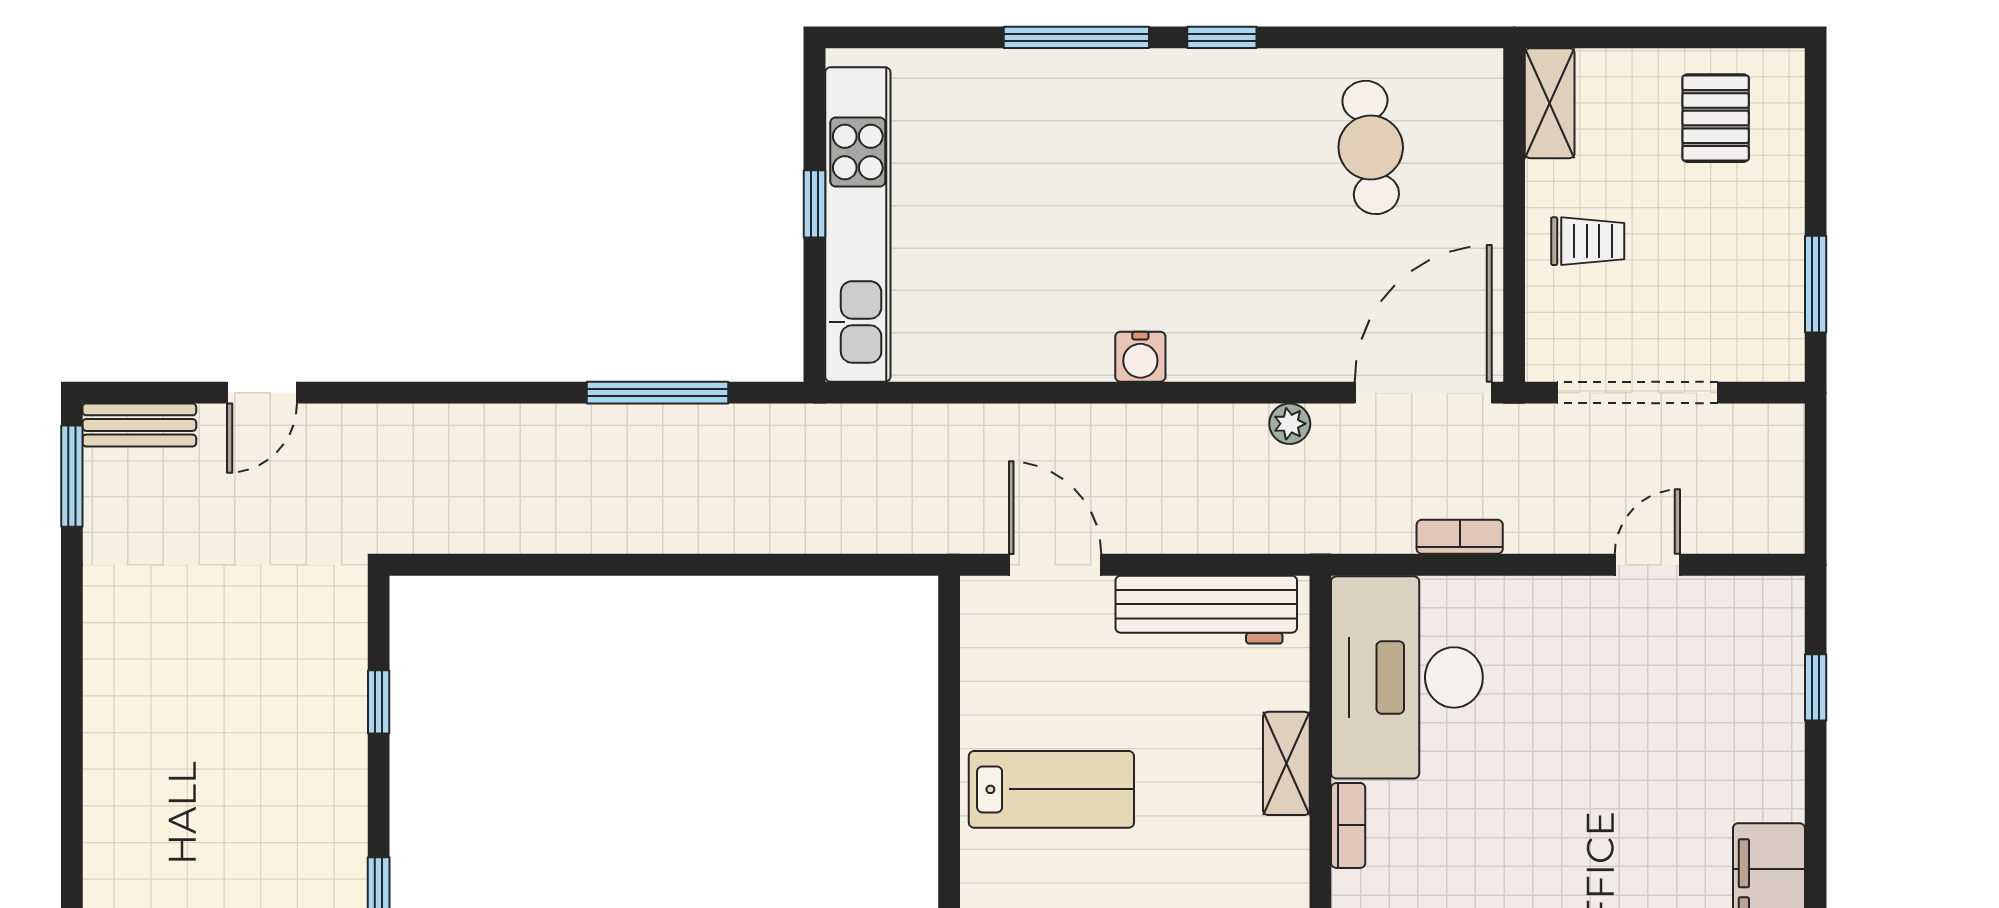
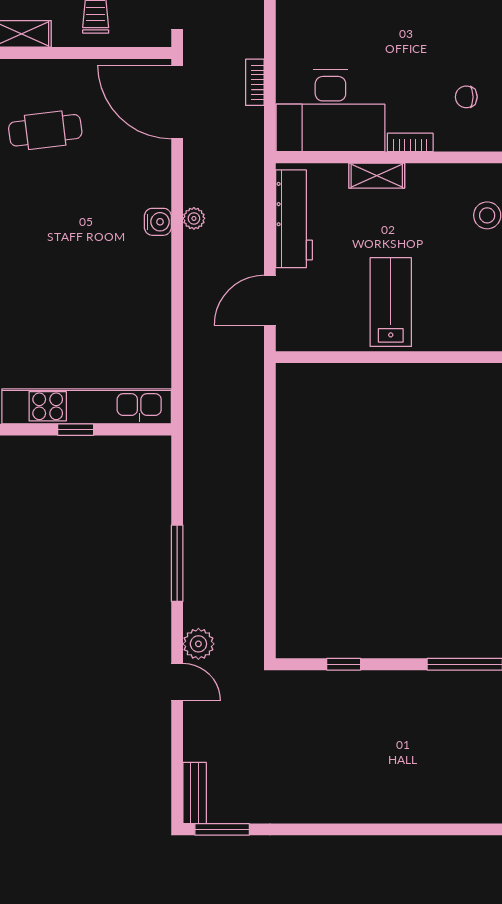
water cooler: (1140, 357) -> (158, 222), moved
door: (262, 393) -> (177, 682), moved
window: (658, 393) -> (177, 563), moved
plant: (1290, 424) -> (194, 218), moved
plant: (416, 432) -> (198, 644), added

